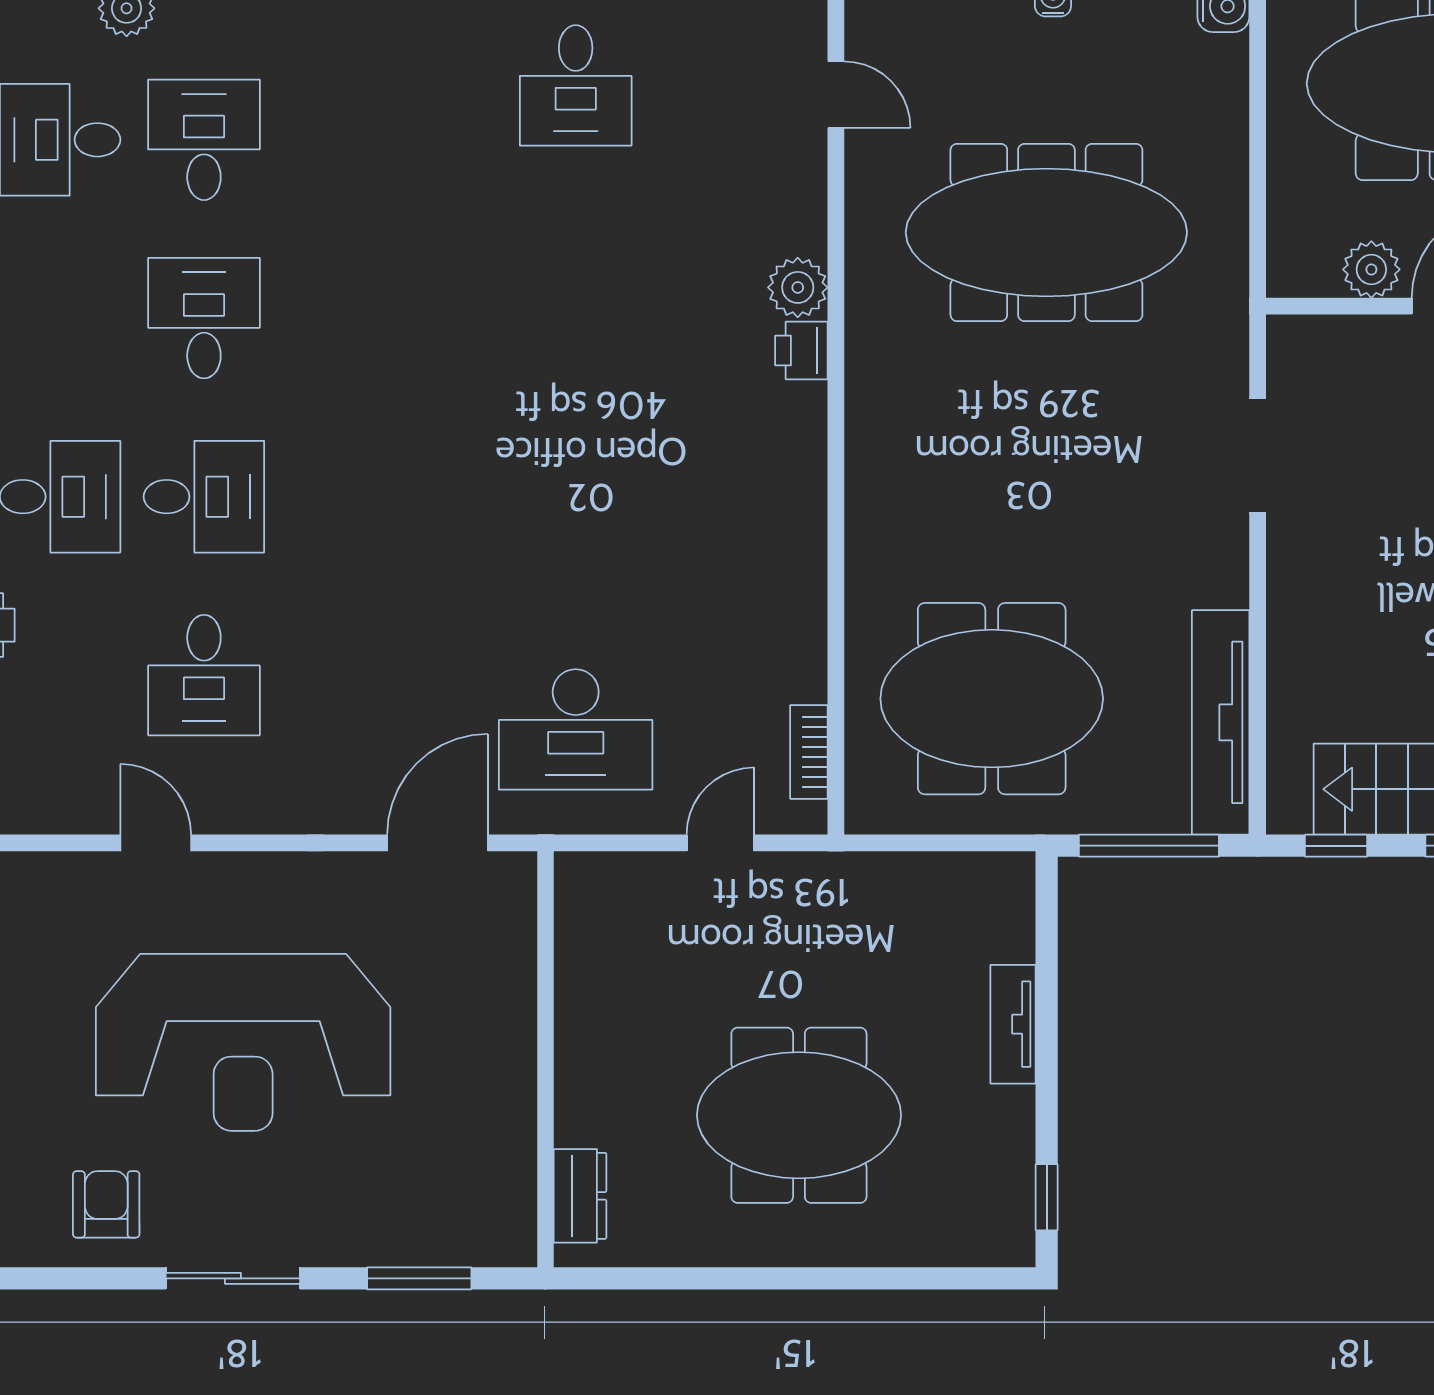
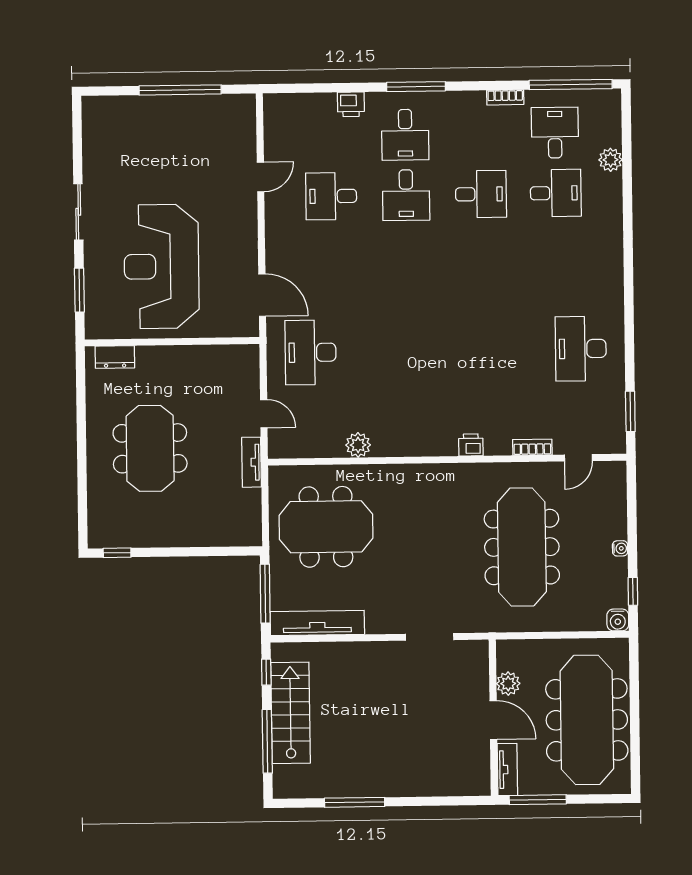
desk: (576, 85) -> (581, 349), width x1.37
plant: (798, 287) -> (358, 445), moved
meeting table: (992, 699) -> (326, 527), turned 90
bookcase: (809, 752) -> (532, 447), moved
tv unit: (1013, 1024) -> (252, 462), moved, turned -90
reception desk: (243, 1042) -> (162, 266), moved
armchair: (106, 1204) -> (109, 158), removed

